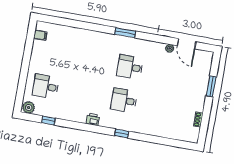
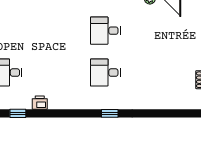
printer: (93, 120) -> (40, 103), moved

